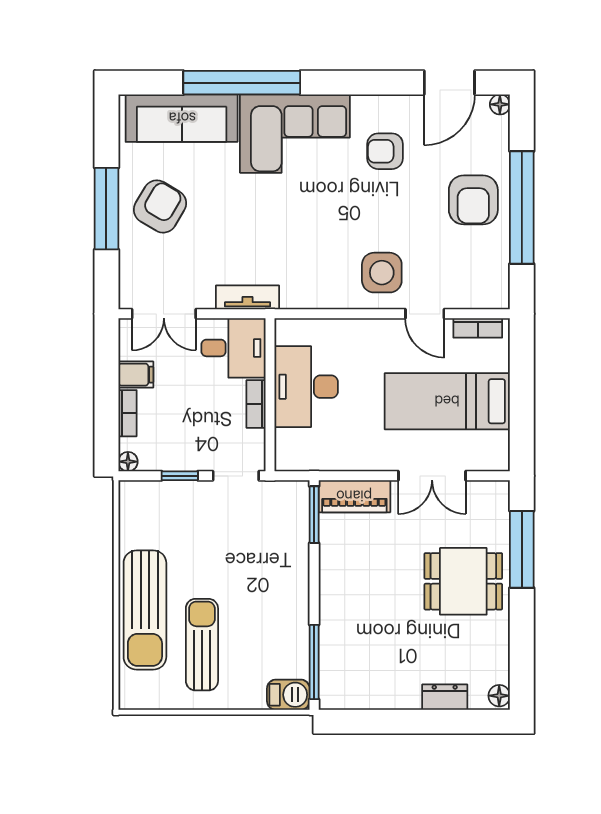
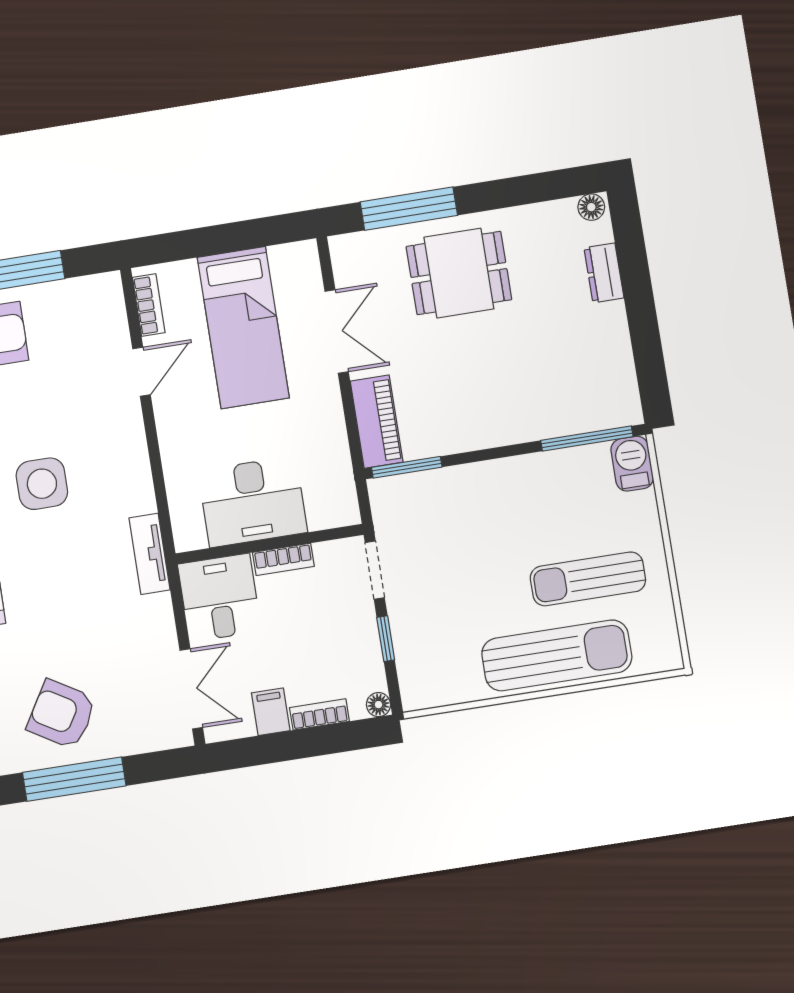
side table: (382, 273) -> (42, 484), moved
tv unit: (248, 297) -> (150, 554), moved
dining table: (463, 581) -> (459, 273), turned 90

